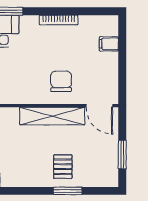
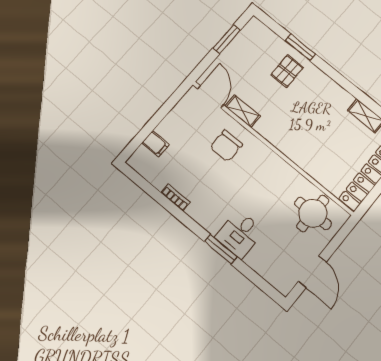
bookcase: (59, 20) -> (176, 197), width x0.64
shelving: (52, 116) -> (242, 111), width x0.45, depth x0.75

